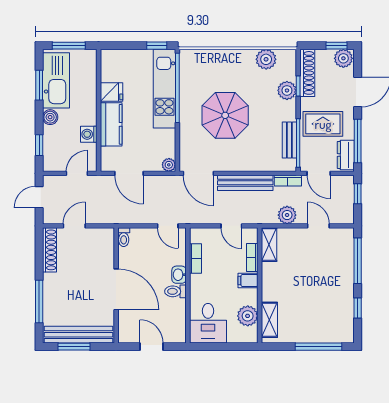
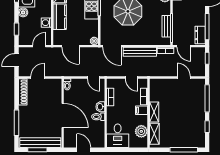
rug: (323, 124) -> (186, 16), removed
plant: (287, 215) -> (165, 71), removed
shelving: (269, 245) -> (154, 112), moved

